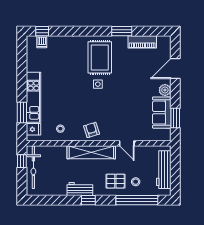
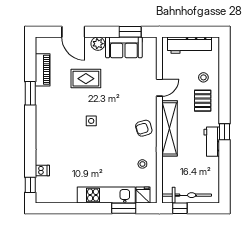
dishwasher: (42, 42) -> (42, 170), moved
rug: (100, 57) -> (86, 79), moved, width x0.73, depth x0.70
window: (137, 200) -> (225, 76), removed

